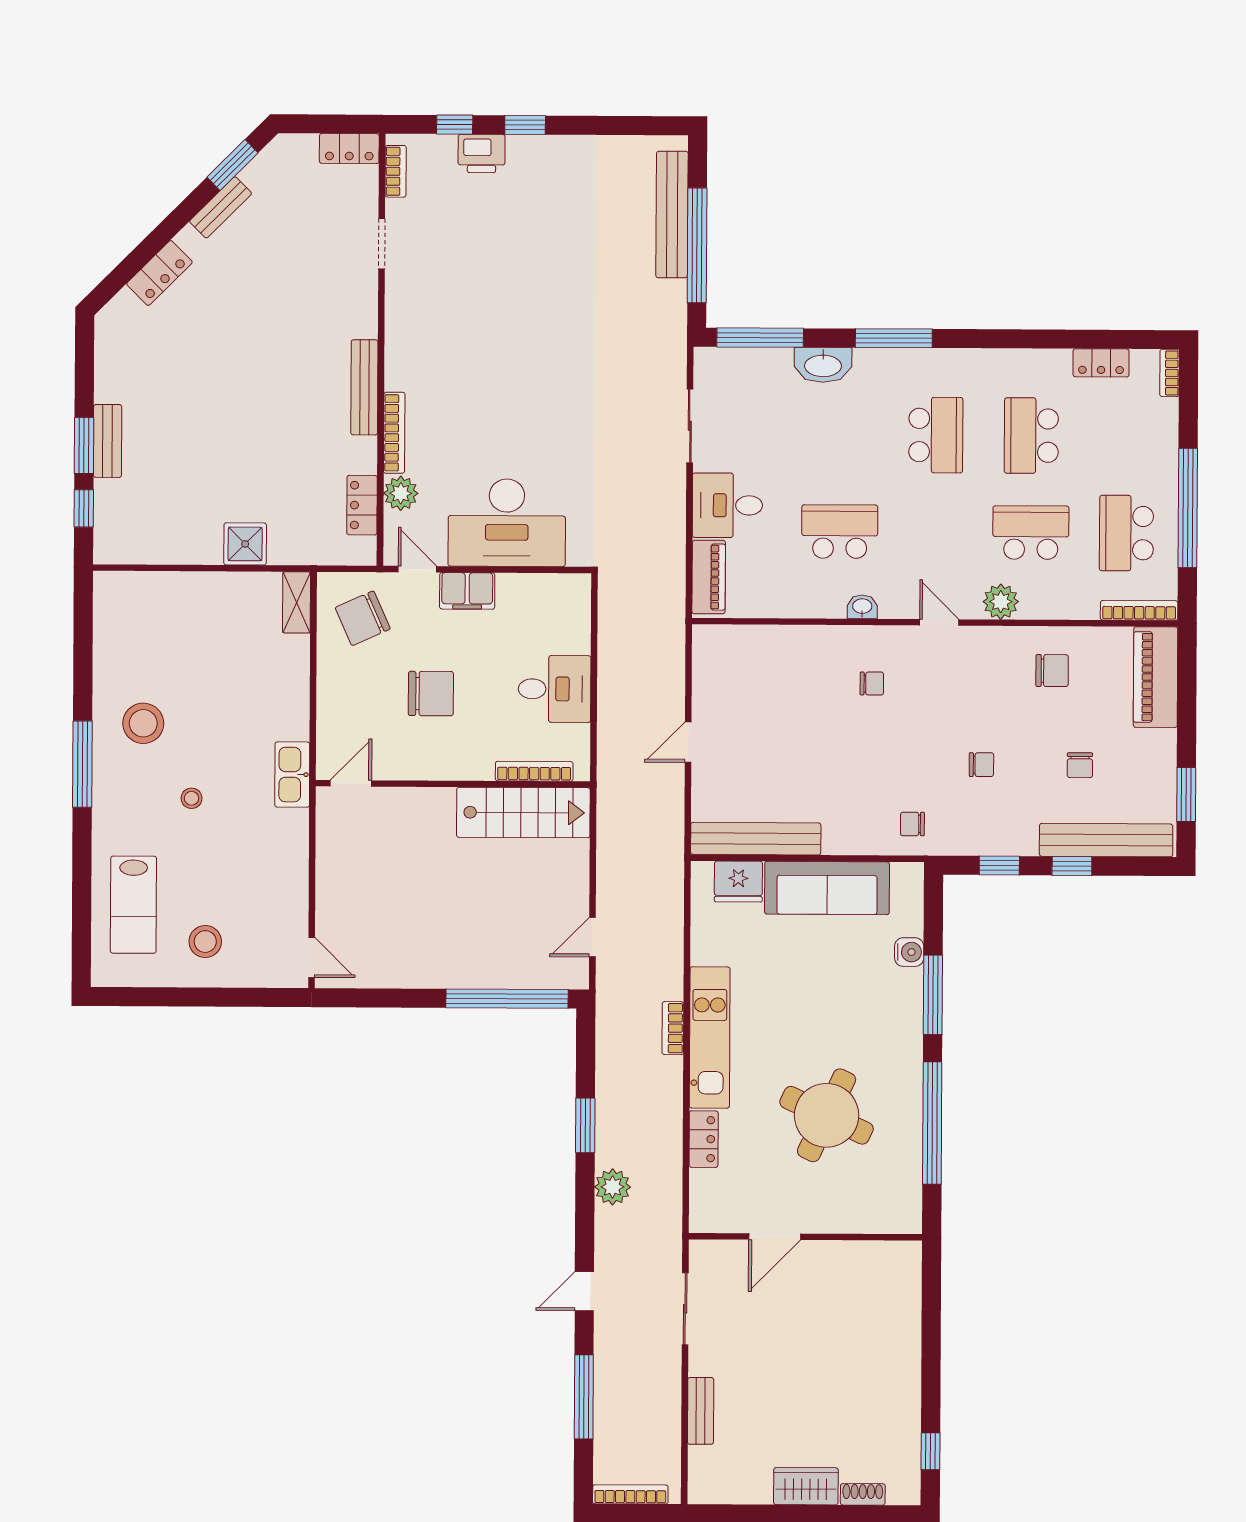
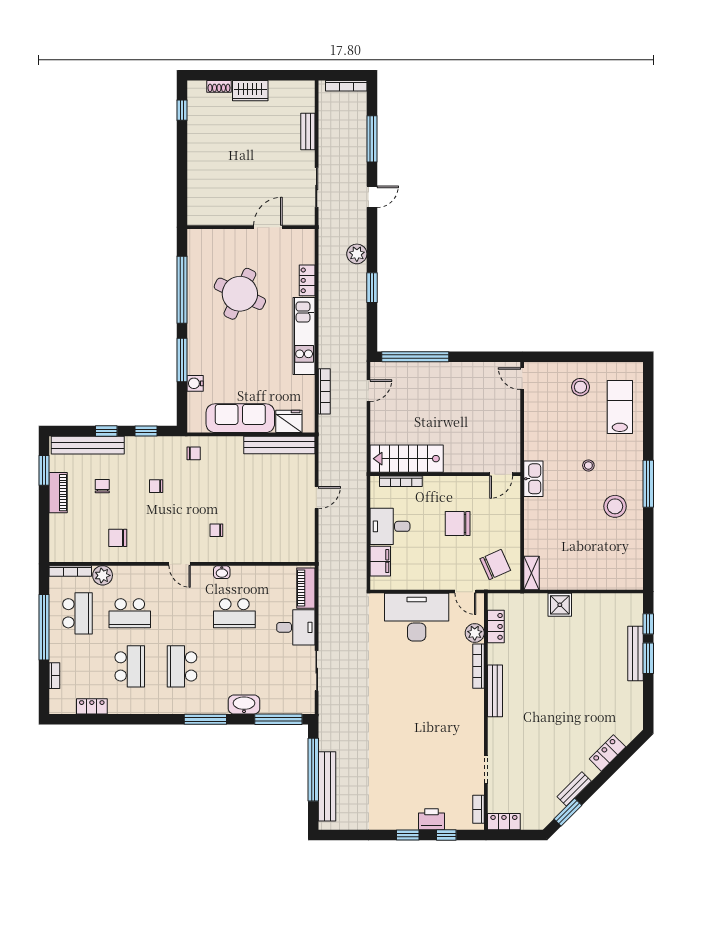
bookcase: (1169, 373) -> (54, 676), moved
bench: (108, 441) -> (635, 654), width x1.36
filing cabinet: (467, 591) -> (380, 561), moved, turned 90
plant: (1001, 602) -> (103, 575), moved
piano: (1155, 677) -> (58, 493), moved, width x0.73, depth x0.75
bookcase: (673, 1028) -> (324, 391), moved, width x1.56

